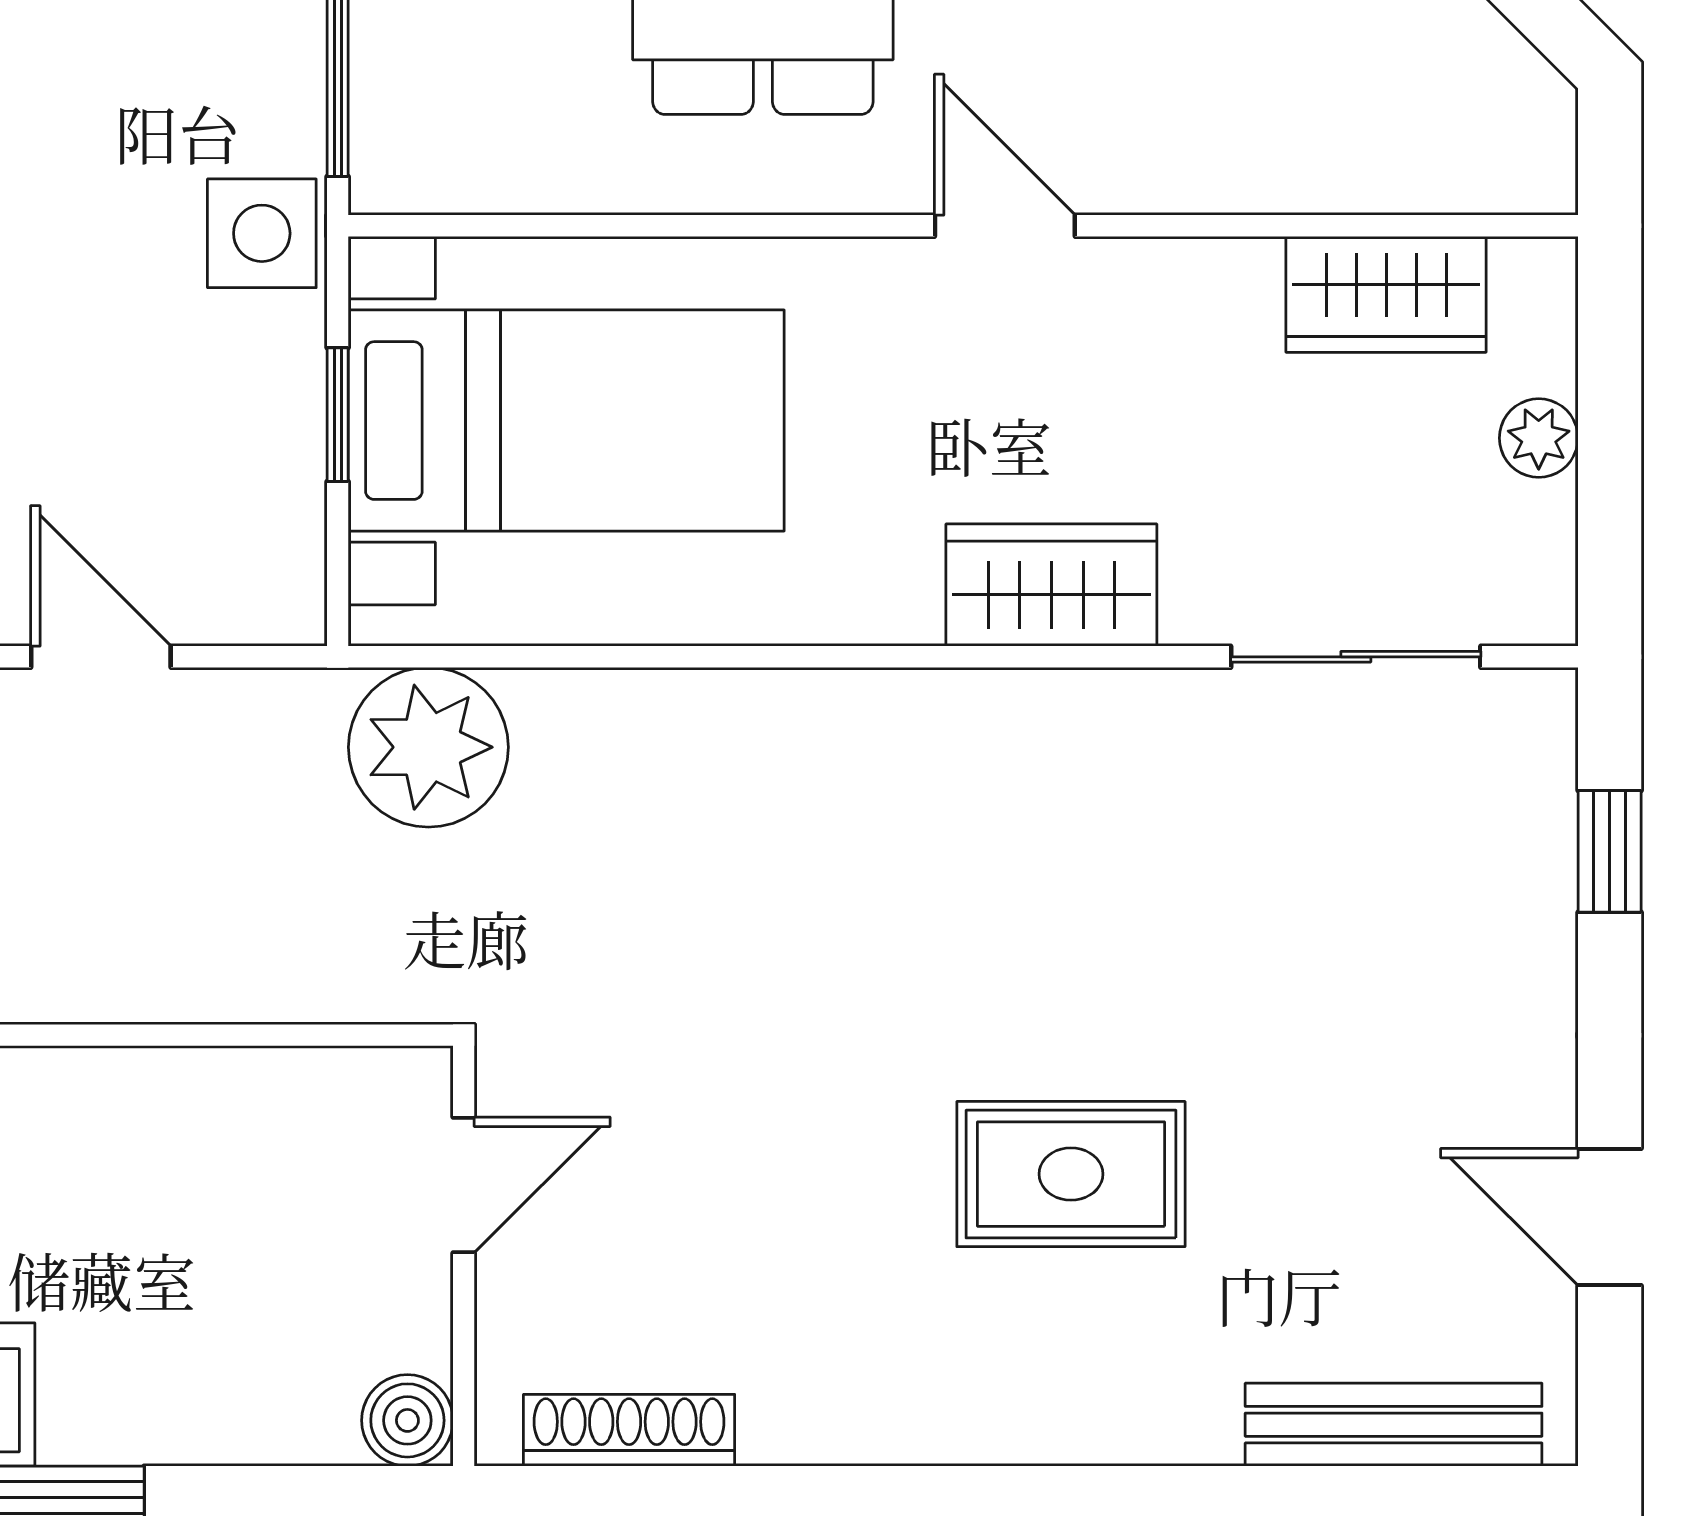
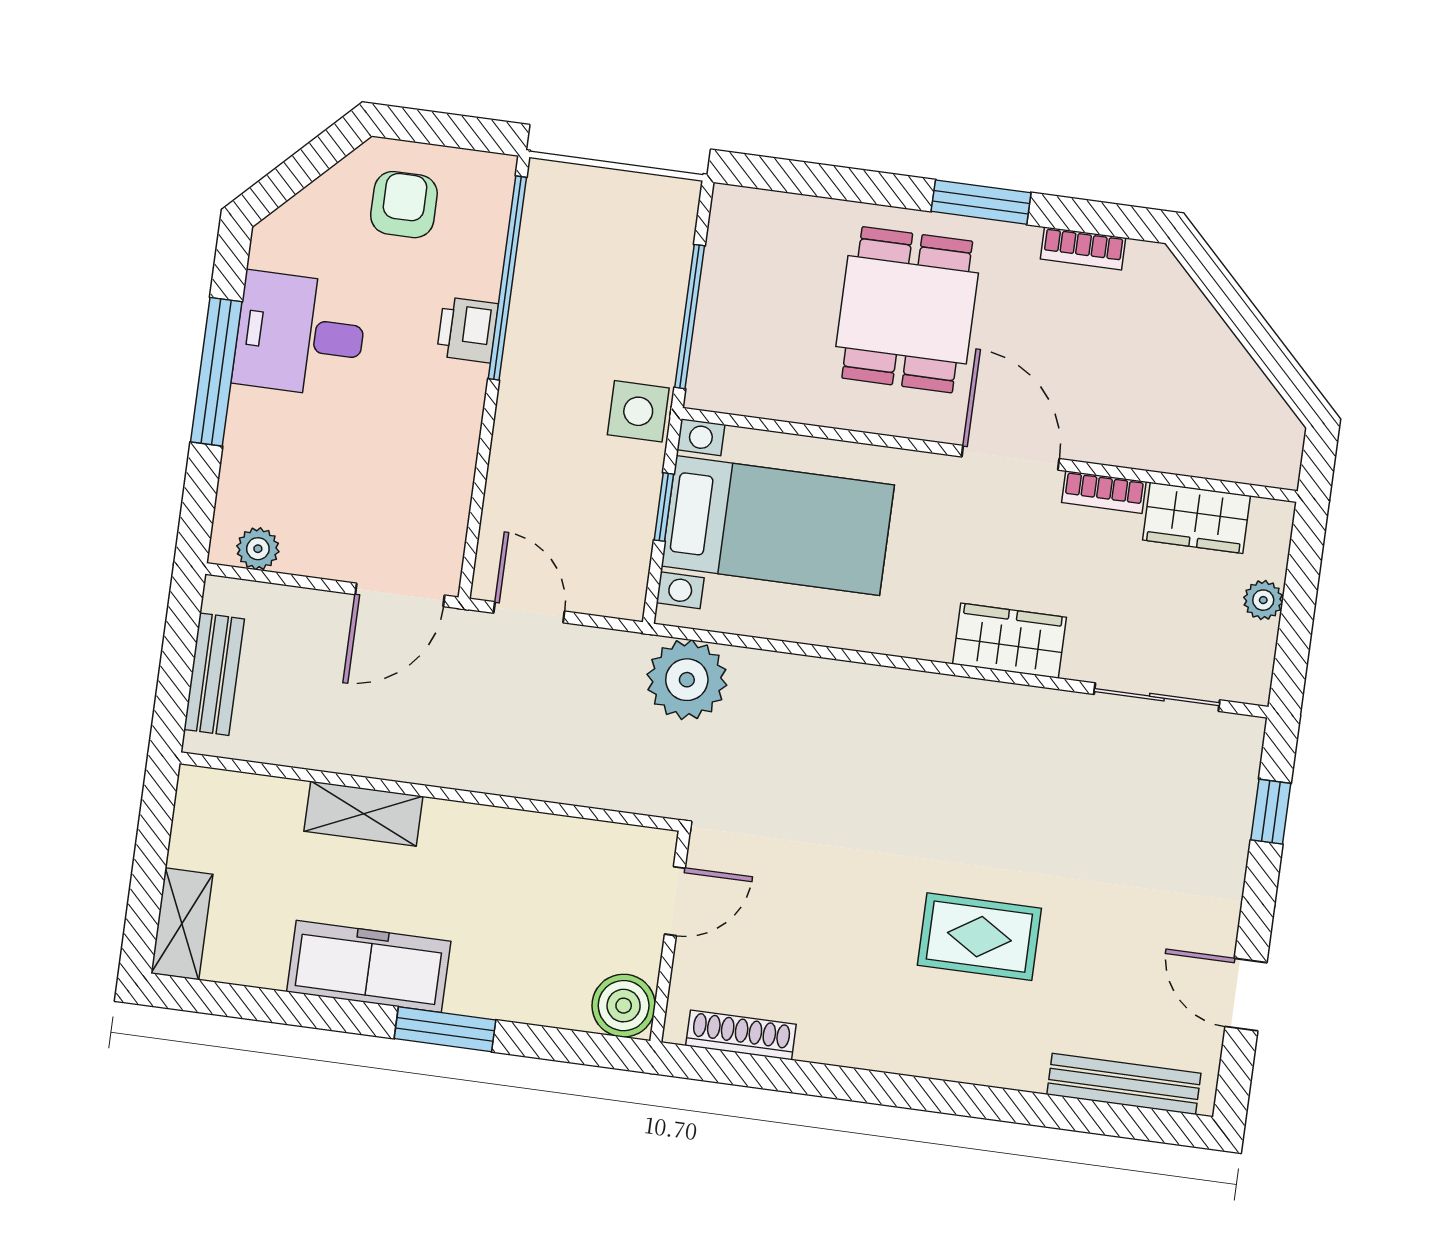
door: (1005, 226) -> (1011, 458), width x1.38
bookcase: (1197, 268) -> (1104, 492), added
boiler: (407, 1420) -> (624, 1006), width x1.36, depth x1.36

